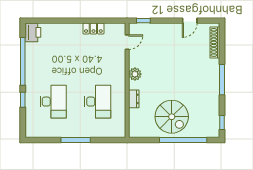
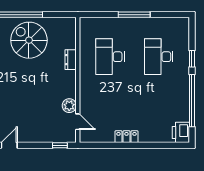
locker: (93, 29) -> (126, 137), moved
door: (127, 42) -> (78, 122), swing flipped
plant: (135, 74) -> (69, 106), moved

